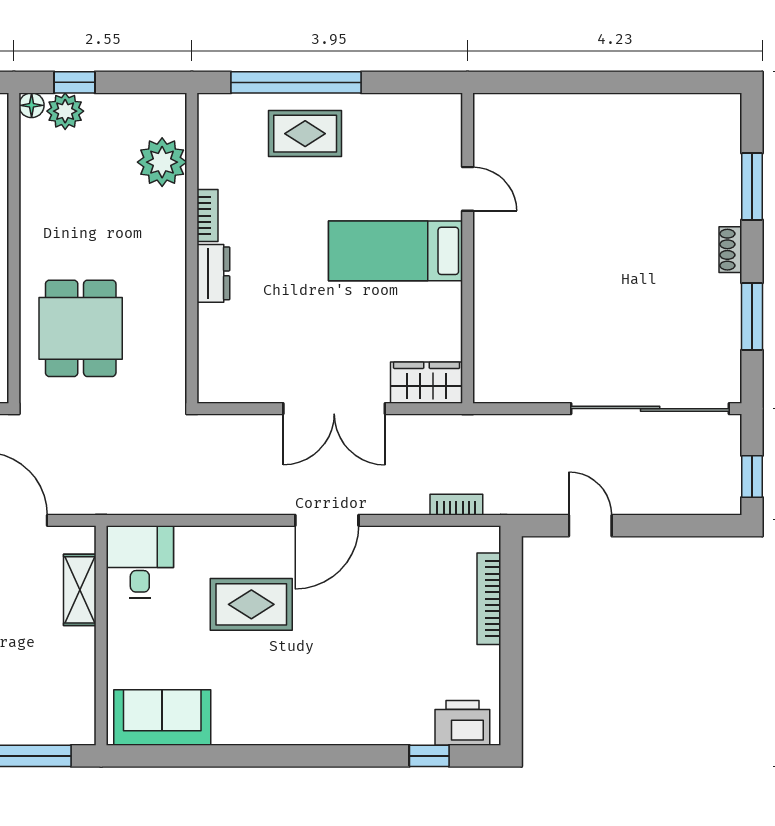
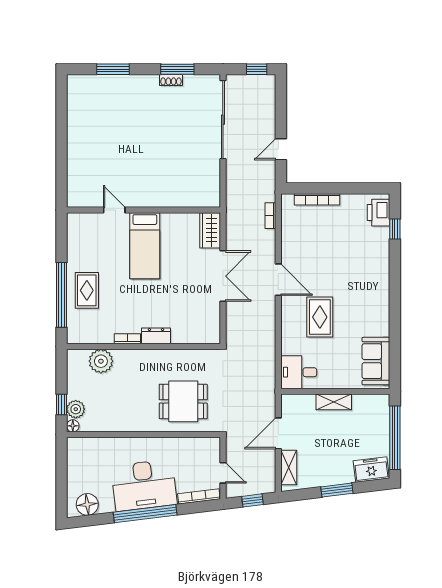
door: (468, 189) -> (114, 210), hinge flipped
shoe rack: (730, 250) -> (171, 80), moved
shelving: (80, 590) -> (334, 402), moved

